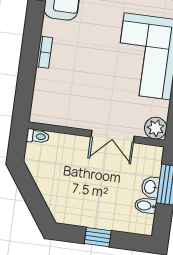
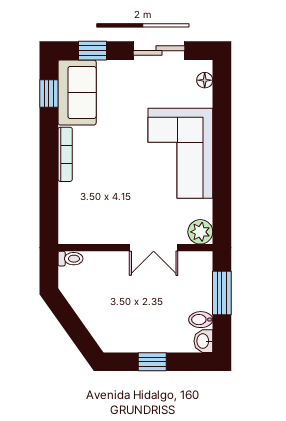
bookcase: (44, 52) -> (65, 154), width x1.56
washbasin: (150, 187) -> (203, 341), moved

